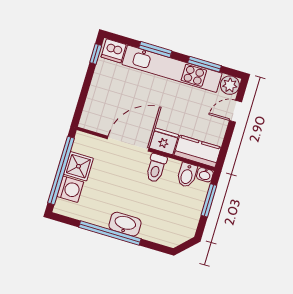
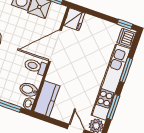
fridge: (164, 141) -> (74, 19), moved
door: (128, 144) -> (55, 46), swing flipped

